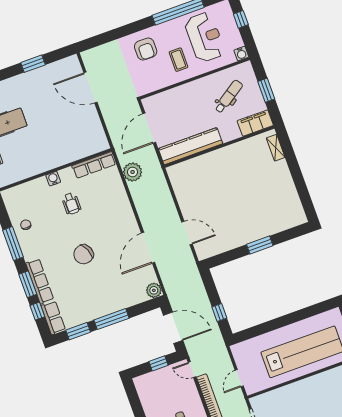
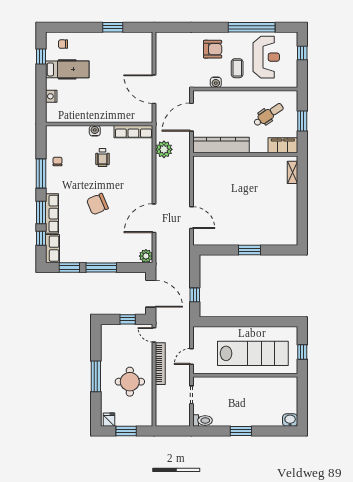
armchair: (146, 49) -> (213, 49), turned -90
water cooler: (241, 54) -> (216, 82), moved
door: (90, 88) -> (154, 89), moved

